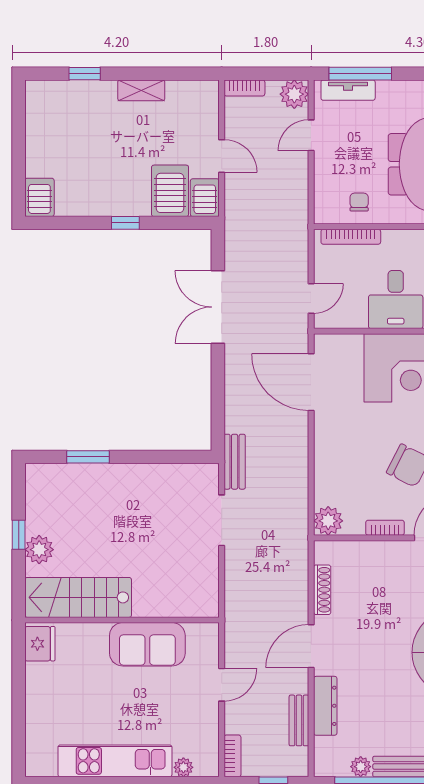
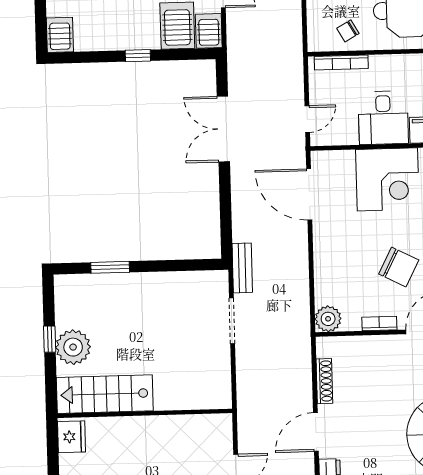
chair: (359, 202) -> (348, 31), turned -120
plant: (39, 550) -> (73, 347), width x1.36, depth x1.36
sofa: (147, 644) -> (168, 435), removed

